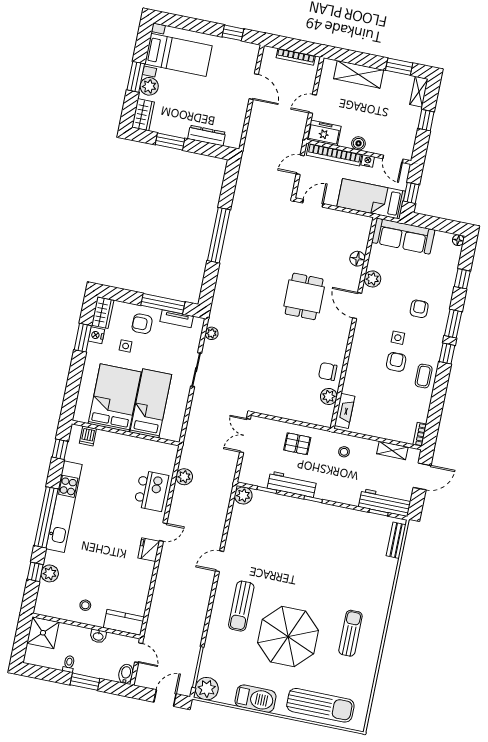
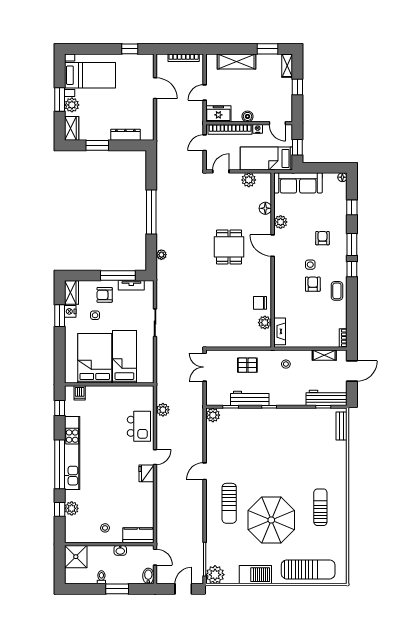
plant: (344, 220) -> (249, 180), added
plant: (212, 333) -> (161, 255), moved

